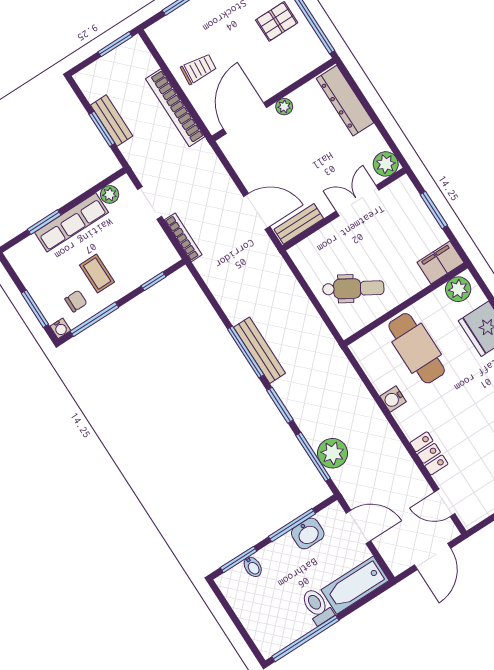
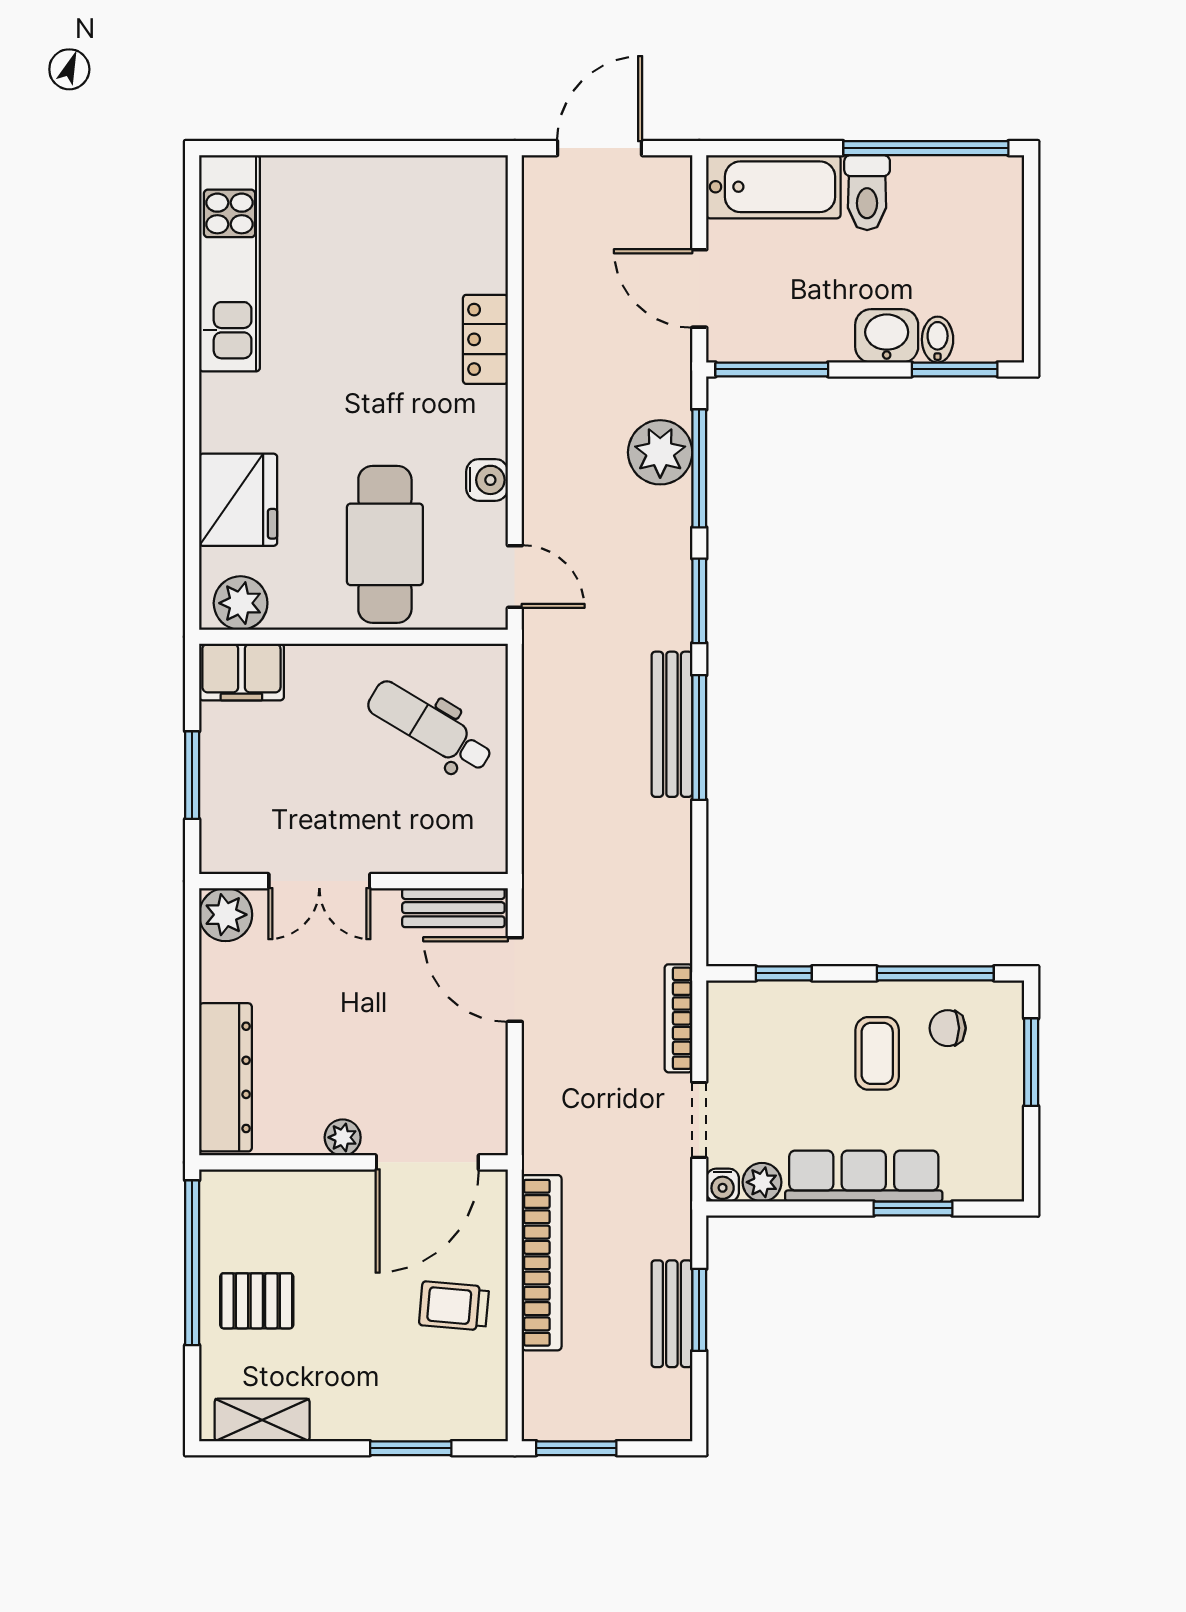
water cooler: (60, 328) -> (723, 1185), moved, turned 180
door: (445, 503) -> (515, 577), moved
window: (292, 525) -> (772, 369), moved
washbasin: (308, 533) -> (887, 336), moved

